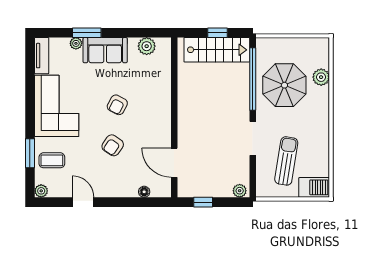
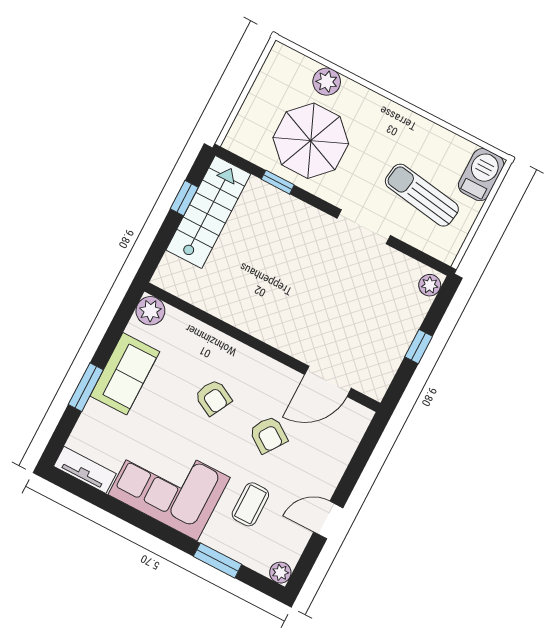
plant: (76, 43) -> (93, 411), removed
window: (253, 79) -> (278, 182), width x0.32
wall: (174, 117) -> (262, 347), moved
coffee table: (52, 160) -> (250, 504), moved
door: (174, 163) -> (328, 381), moved
floor lamp: (144, 192) -> (359, 424), removed

